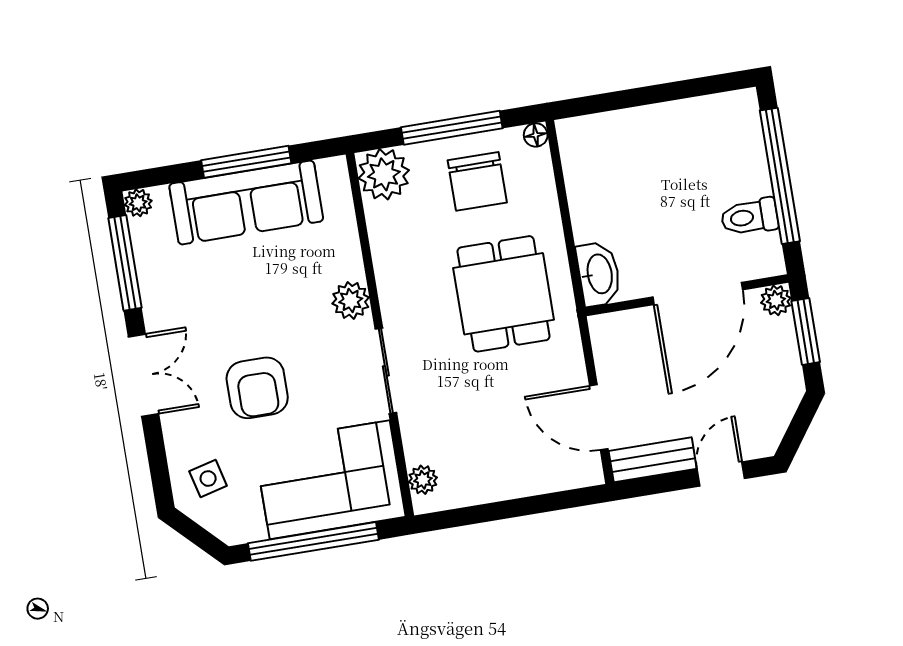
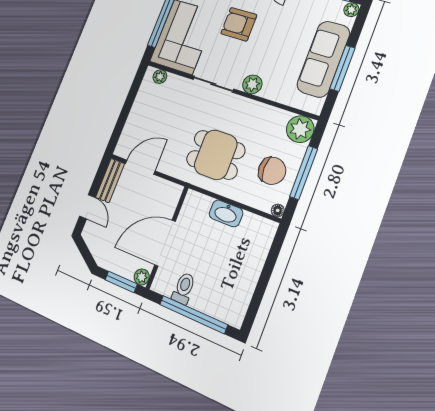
chair: (477, 181) -> (272, 171), turned 180
washbasin: (599, 274) -> (226, 213), moved
door: (698, 293) -> (165, 243), hinge flipped

